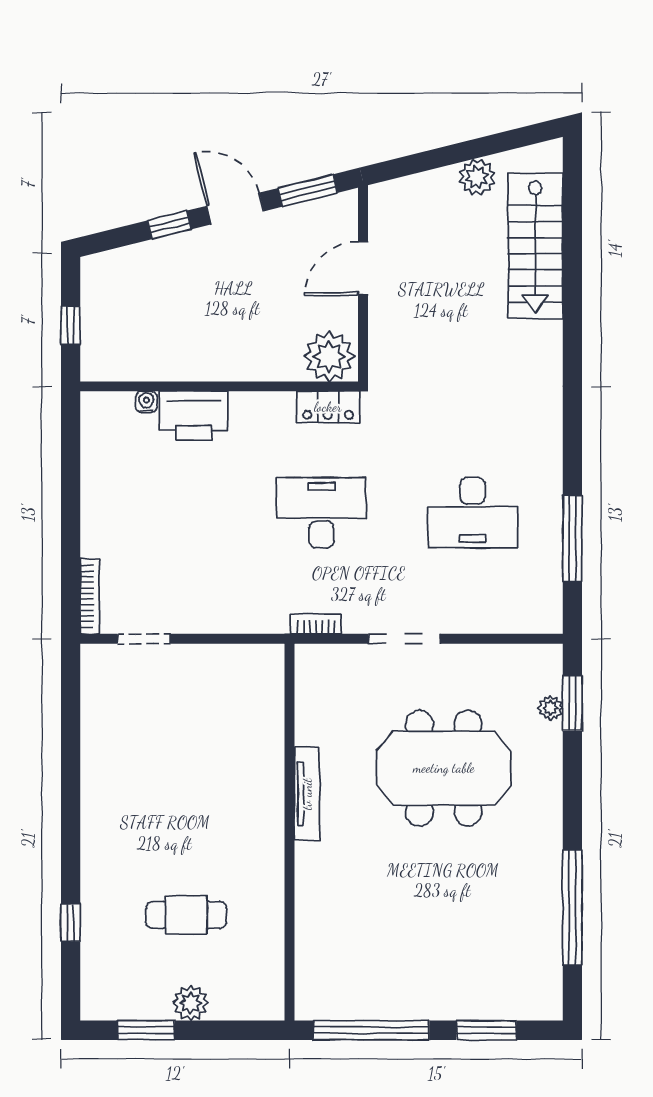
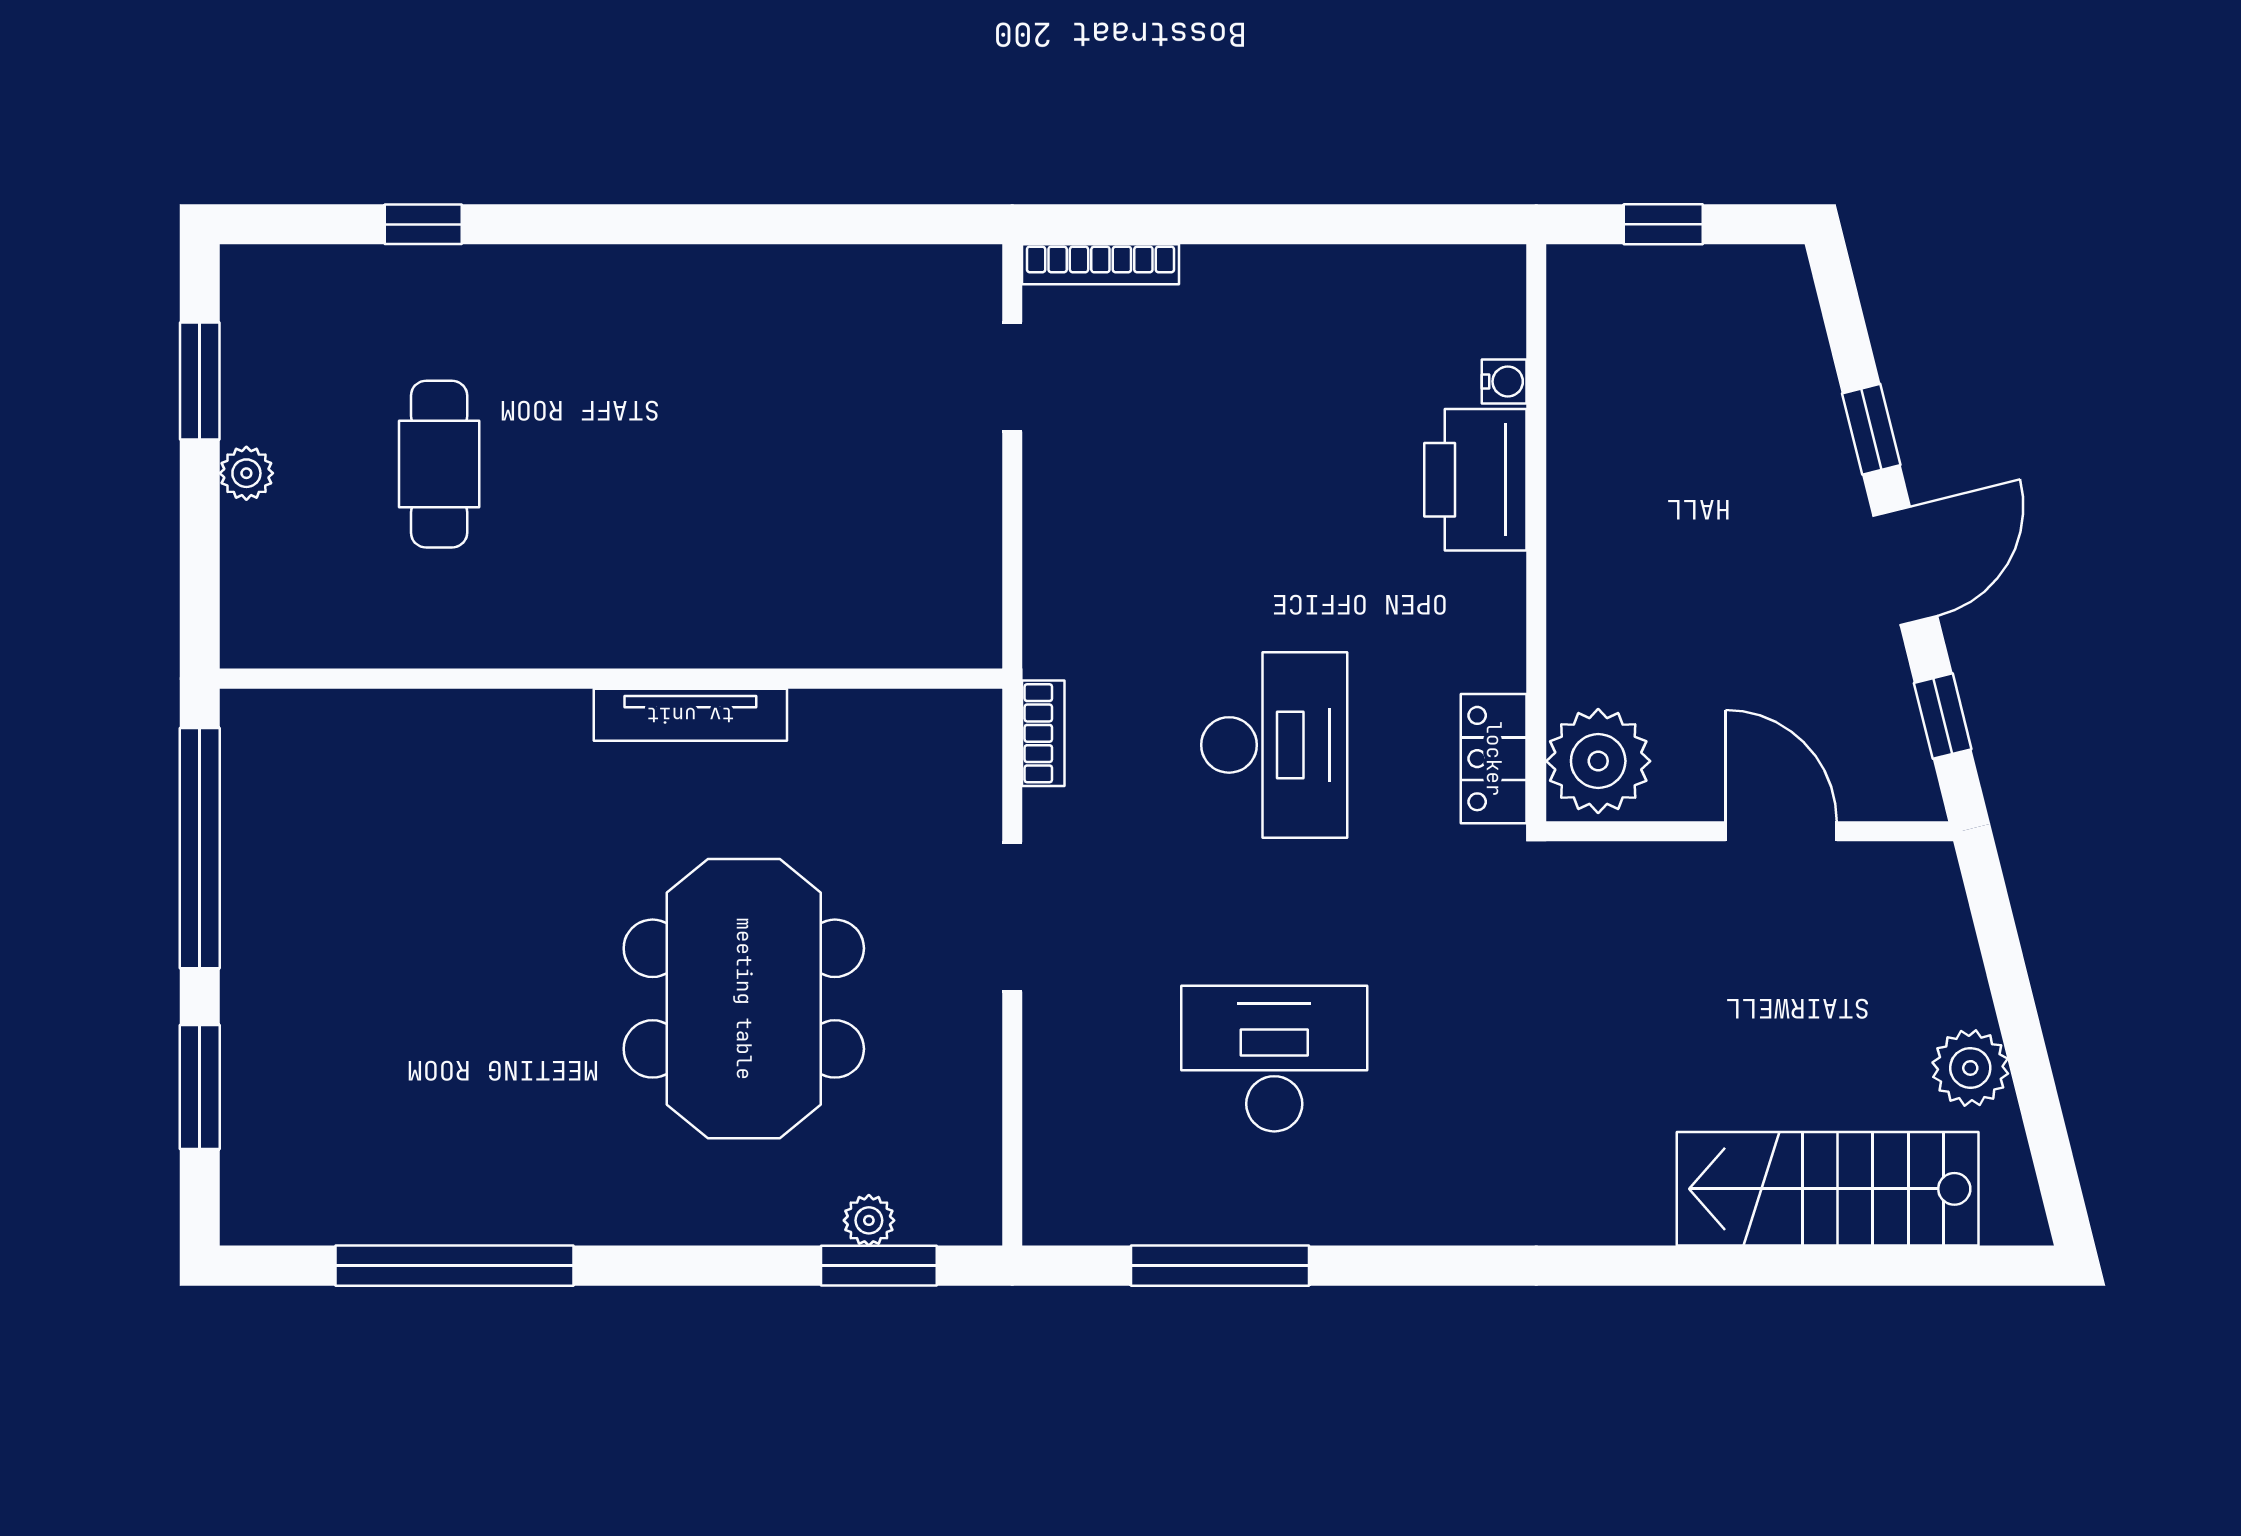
window: (308, 190) -> (1943, 716), width x0.67
desk: (473, 513) -> (1274, 1059), turned 90
plant: (191, 1003) -> (246, 473), width x0.73, depth x0.73

